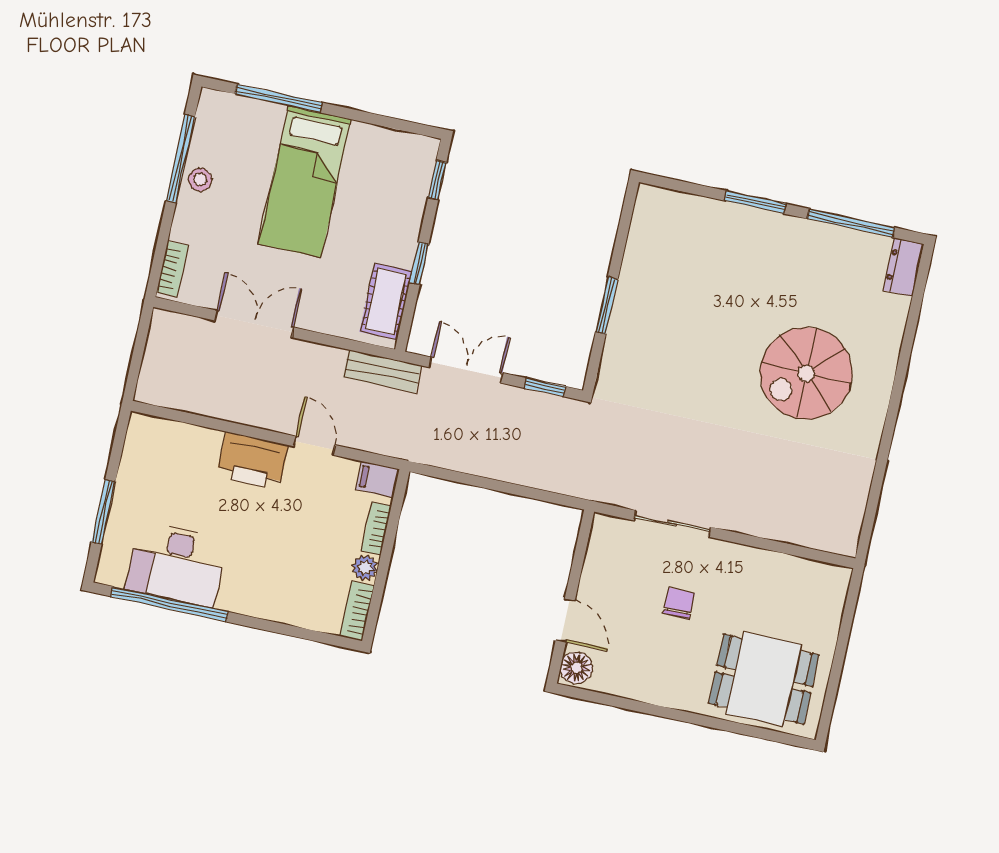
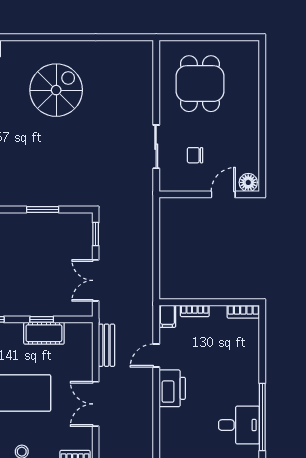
cot: (386, 301) -> (44, 333), moved
bench: (382, 371) -> (107, 345), moved
spiral stairs: (806, 373) -> (56, 90), turned -90
desk: (177, 564) -> (239, 425), width x0.73
plant: (365, 568) -> (218, 313), removed
chair: (679, 603) -> (195, 155), moved
dining table: (764, 679) -> (200, 84), moved

